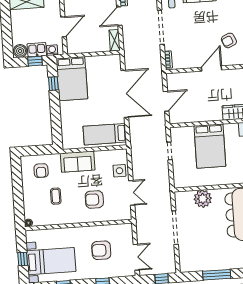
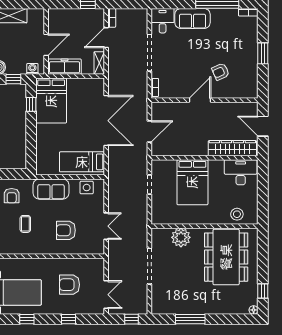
freezer: (82, 46) -> (64, 67), added
kitchen sink: (37, 50) -> (16, 67), removed
side table: (119, 171) -> (87, 188), moved

